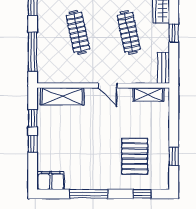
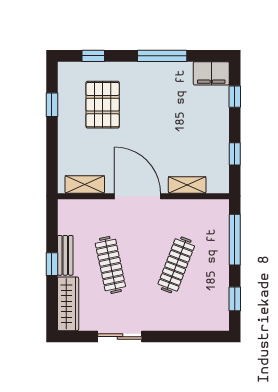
clothes rail: (78, 32) -> (176, 265), turned 33
bench: (164, 68) -> (65, 255), moved
door: (108, 86) -> (138, 196), width x1.87
shelving: (62, 96) -> (187, 185), width x0.67, depth x0.75
window: (33, 144) -> (235, 97), moved

